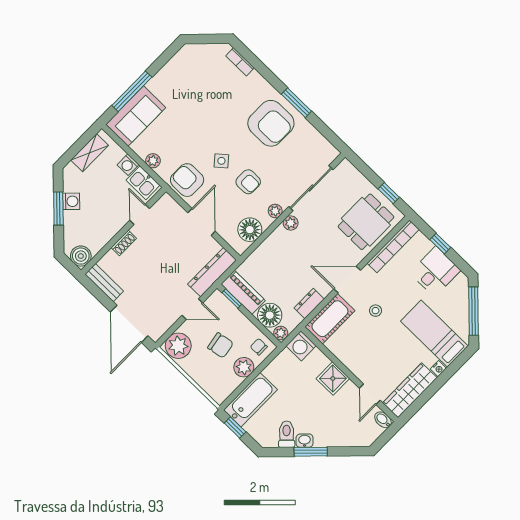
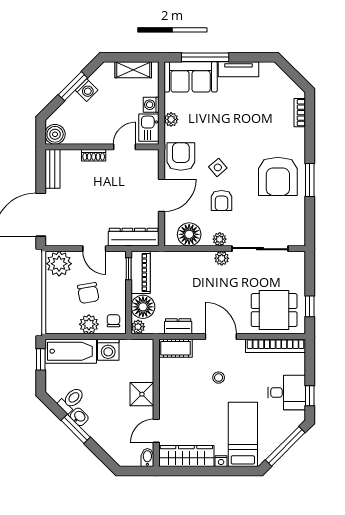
tv unit: (165, 75) -> (239, 69), added
window: (440, 244) -> (310, 396), moved
cot: (330, 319) -> (176, 348), width x0.73, depth x0.75
washing machine: (301, 346) -> (108, 350), moved, turned -90

